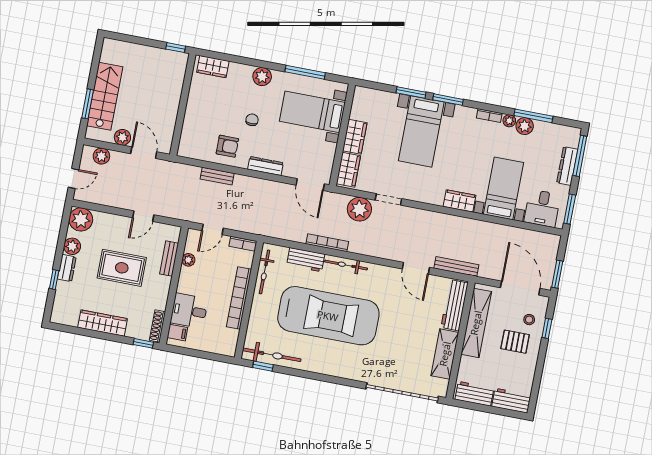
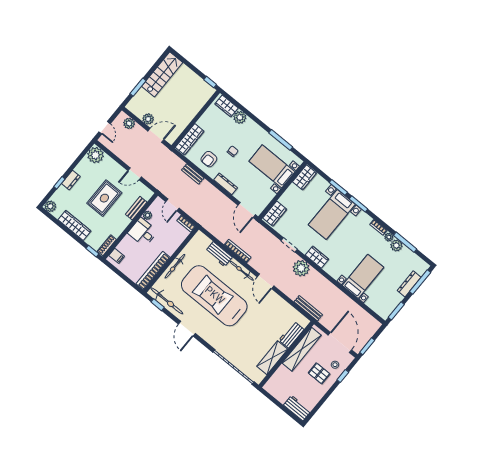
plant: (262, 77) -> (240, 117), moved
stairs: (105, 96) -> (162, 74), moved
wardrobe: (189, 134) -> (190, 139), added
wardrobe: (355, 137) -> (305, 177), moved
armchair: (227, 146) -> (209, 159), turned 90
door: (144, 153) -> (156, 135), hinge flipped
door: (73, 178) -> (105, 128), hinge flipped
wardrobe: (459, 201) -> (317, 257), moved
desk: (542, 208) -> (380, 301), removed
plant: (359, 209) -> (301, 268), moved
door: (213, 229) -> (172, 205), hinge flipped
plant: (72, 246) -> (50, 206), moved
rug: (122, 268) -> (104, 198), turned 90
door: (416, 268) -> (265, 281), moved
bicycle: (265, 272) -> (175, 266), moved
bookcase: (239, 298) -> (153, 271), moved
workbench: (455, 305) -> (291, 335), width x0.73
desk: (189, 311) -> (143, 232), moved
car: (328, 316) -> (214, 296), turned 180
door: (317, 376) -> (187, 329), added
workbench: (474, 394) -> (277, 392), removed

